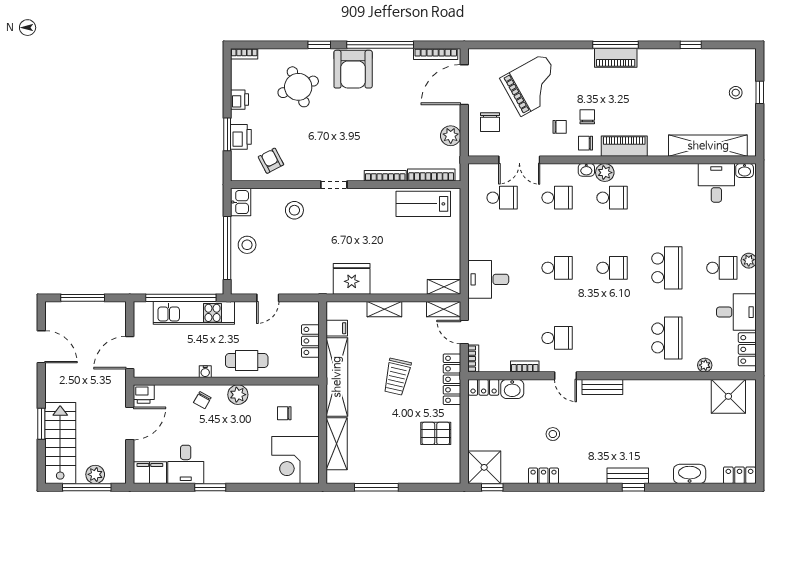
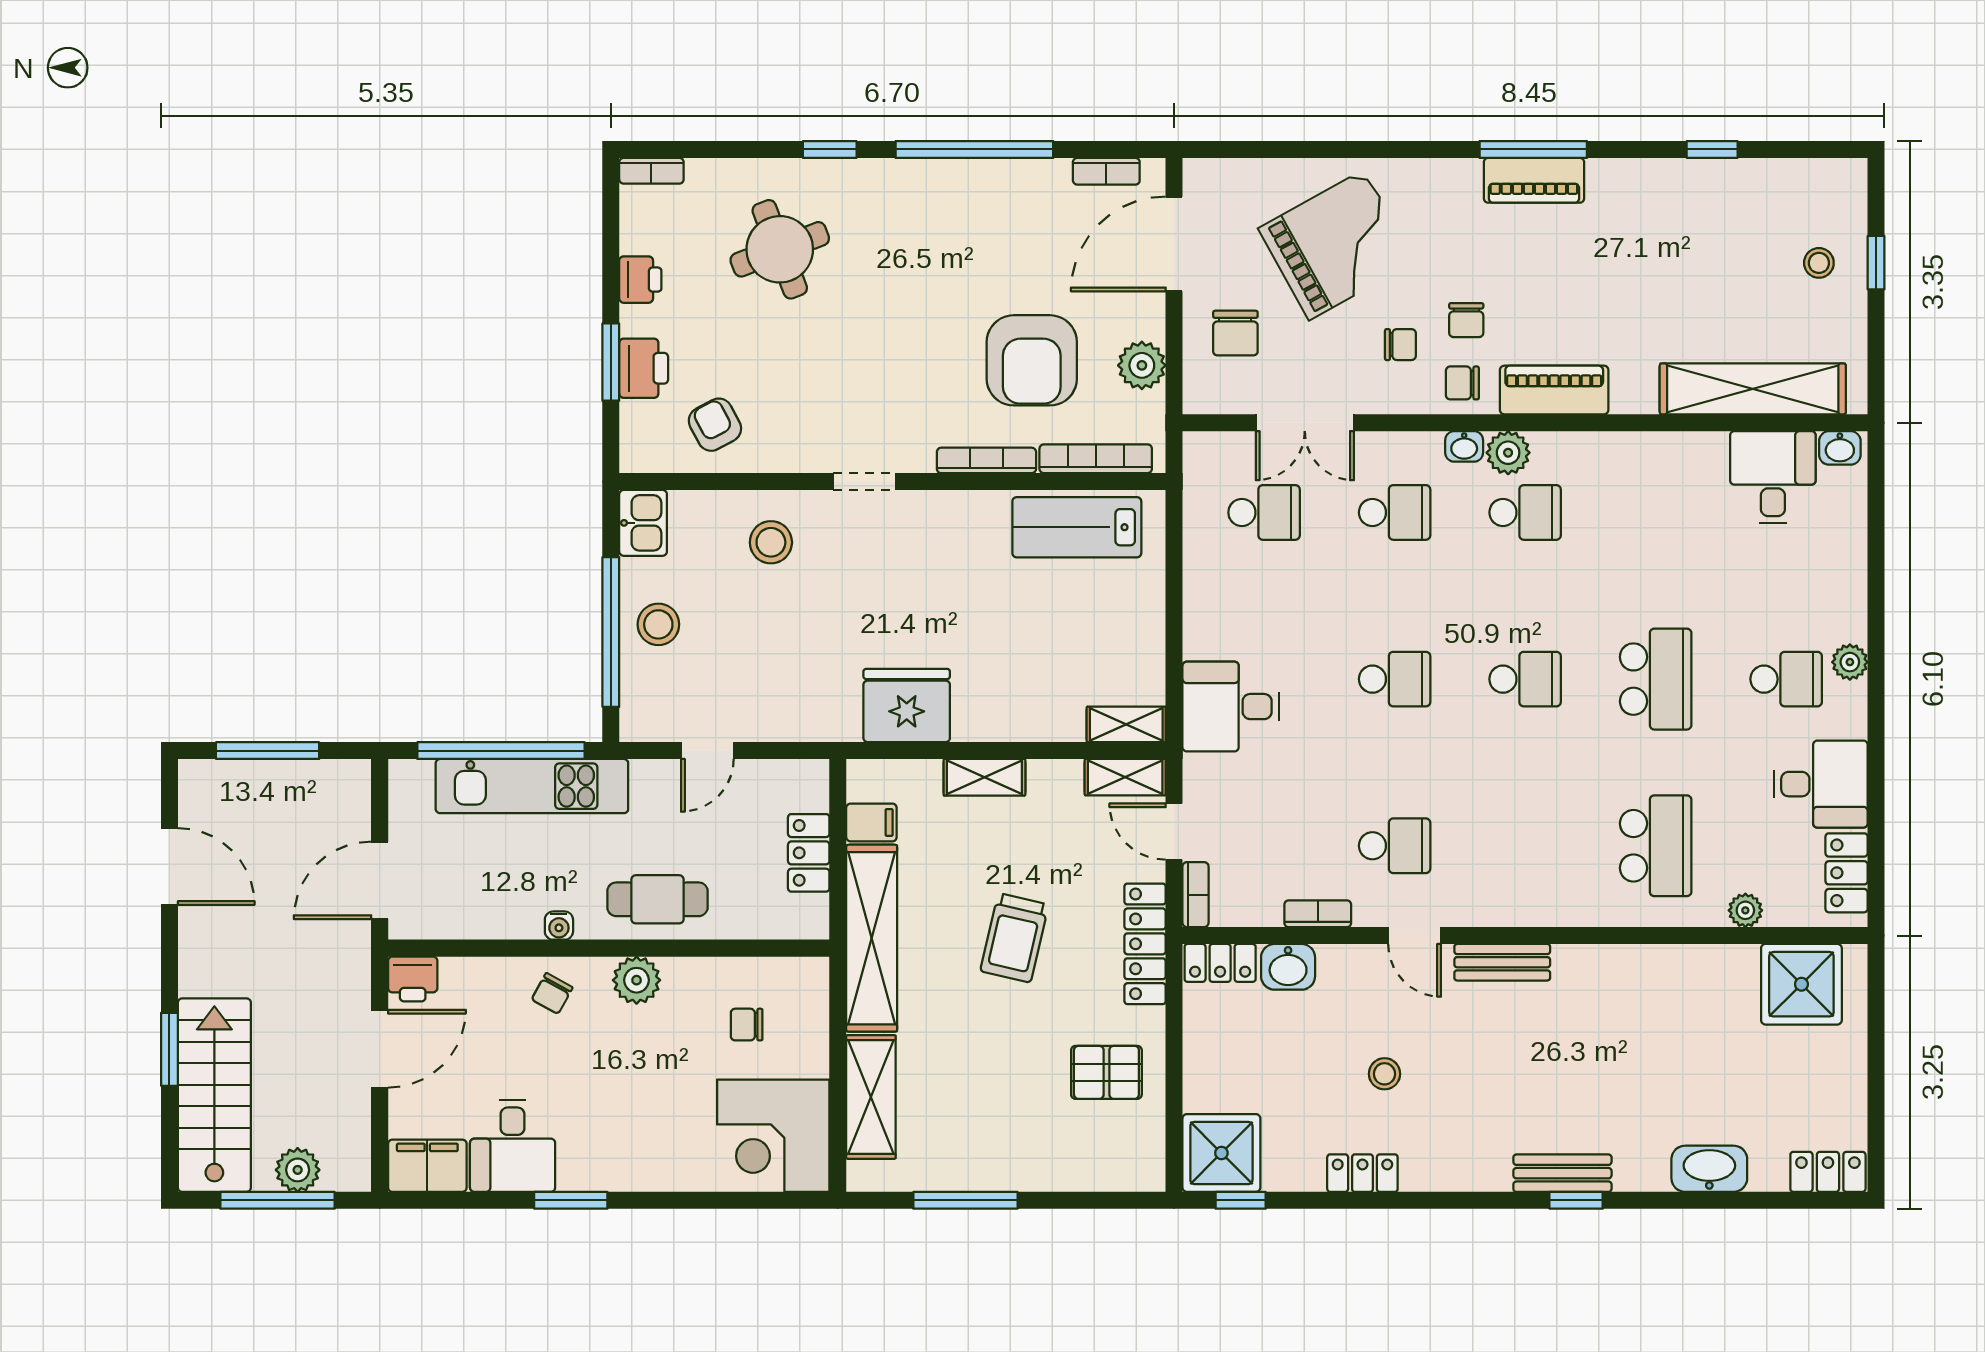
bookcase: (436, 54) -> (1106, 171), width x0.64
armchair: (353, 69) -> (1032, 360), moved
chair: (587, 117) -> (1466, 320), turned 180

